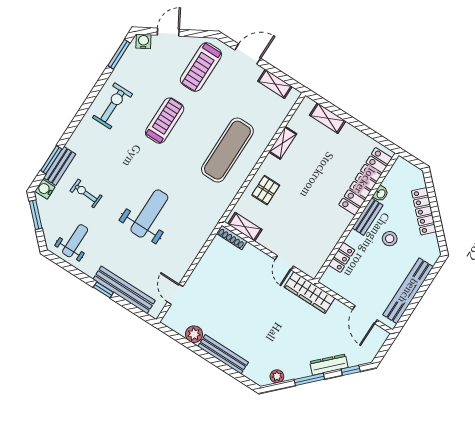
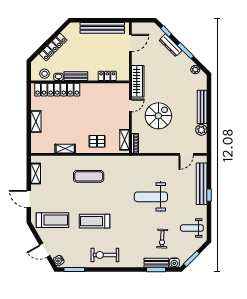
shelving: (328, 118) -> (36, 121), moved
exercise mat: (227, 150) -> (89, 176), width x0.73, depth x0.69
stool: (390, 239) -> (45, 74), moved
spiral stairs: (248, 290) -> (158, 116), added

